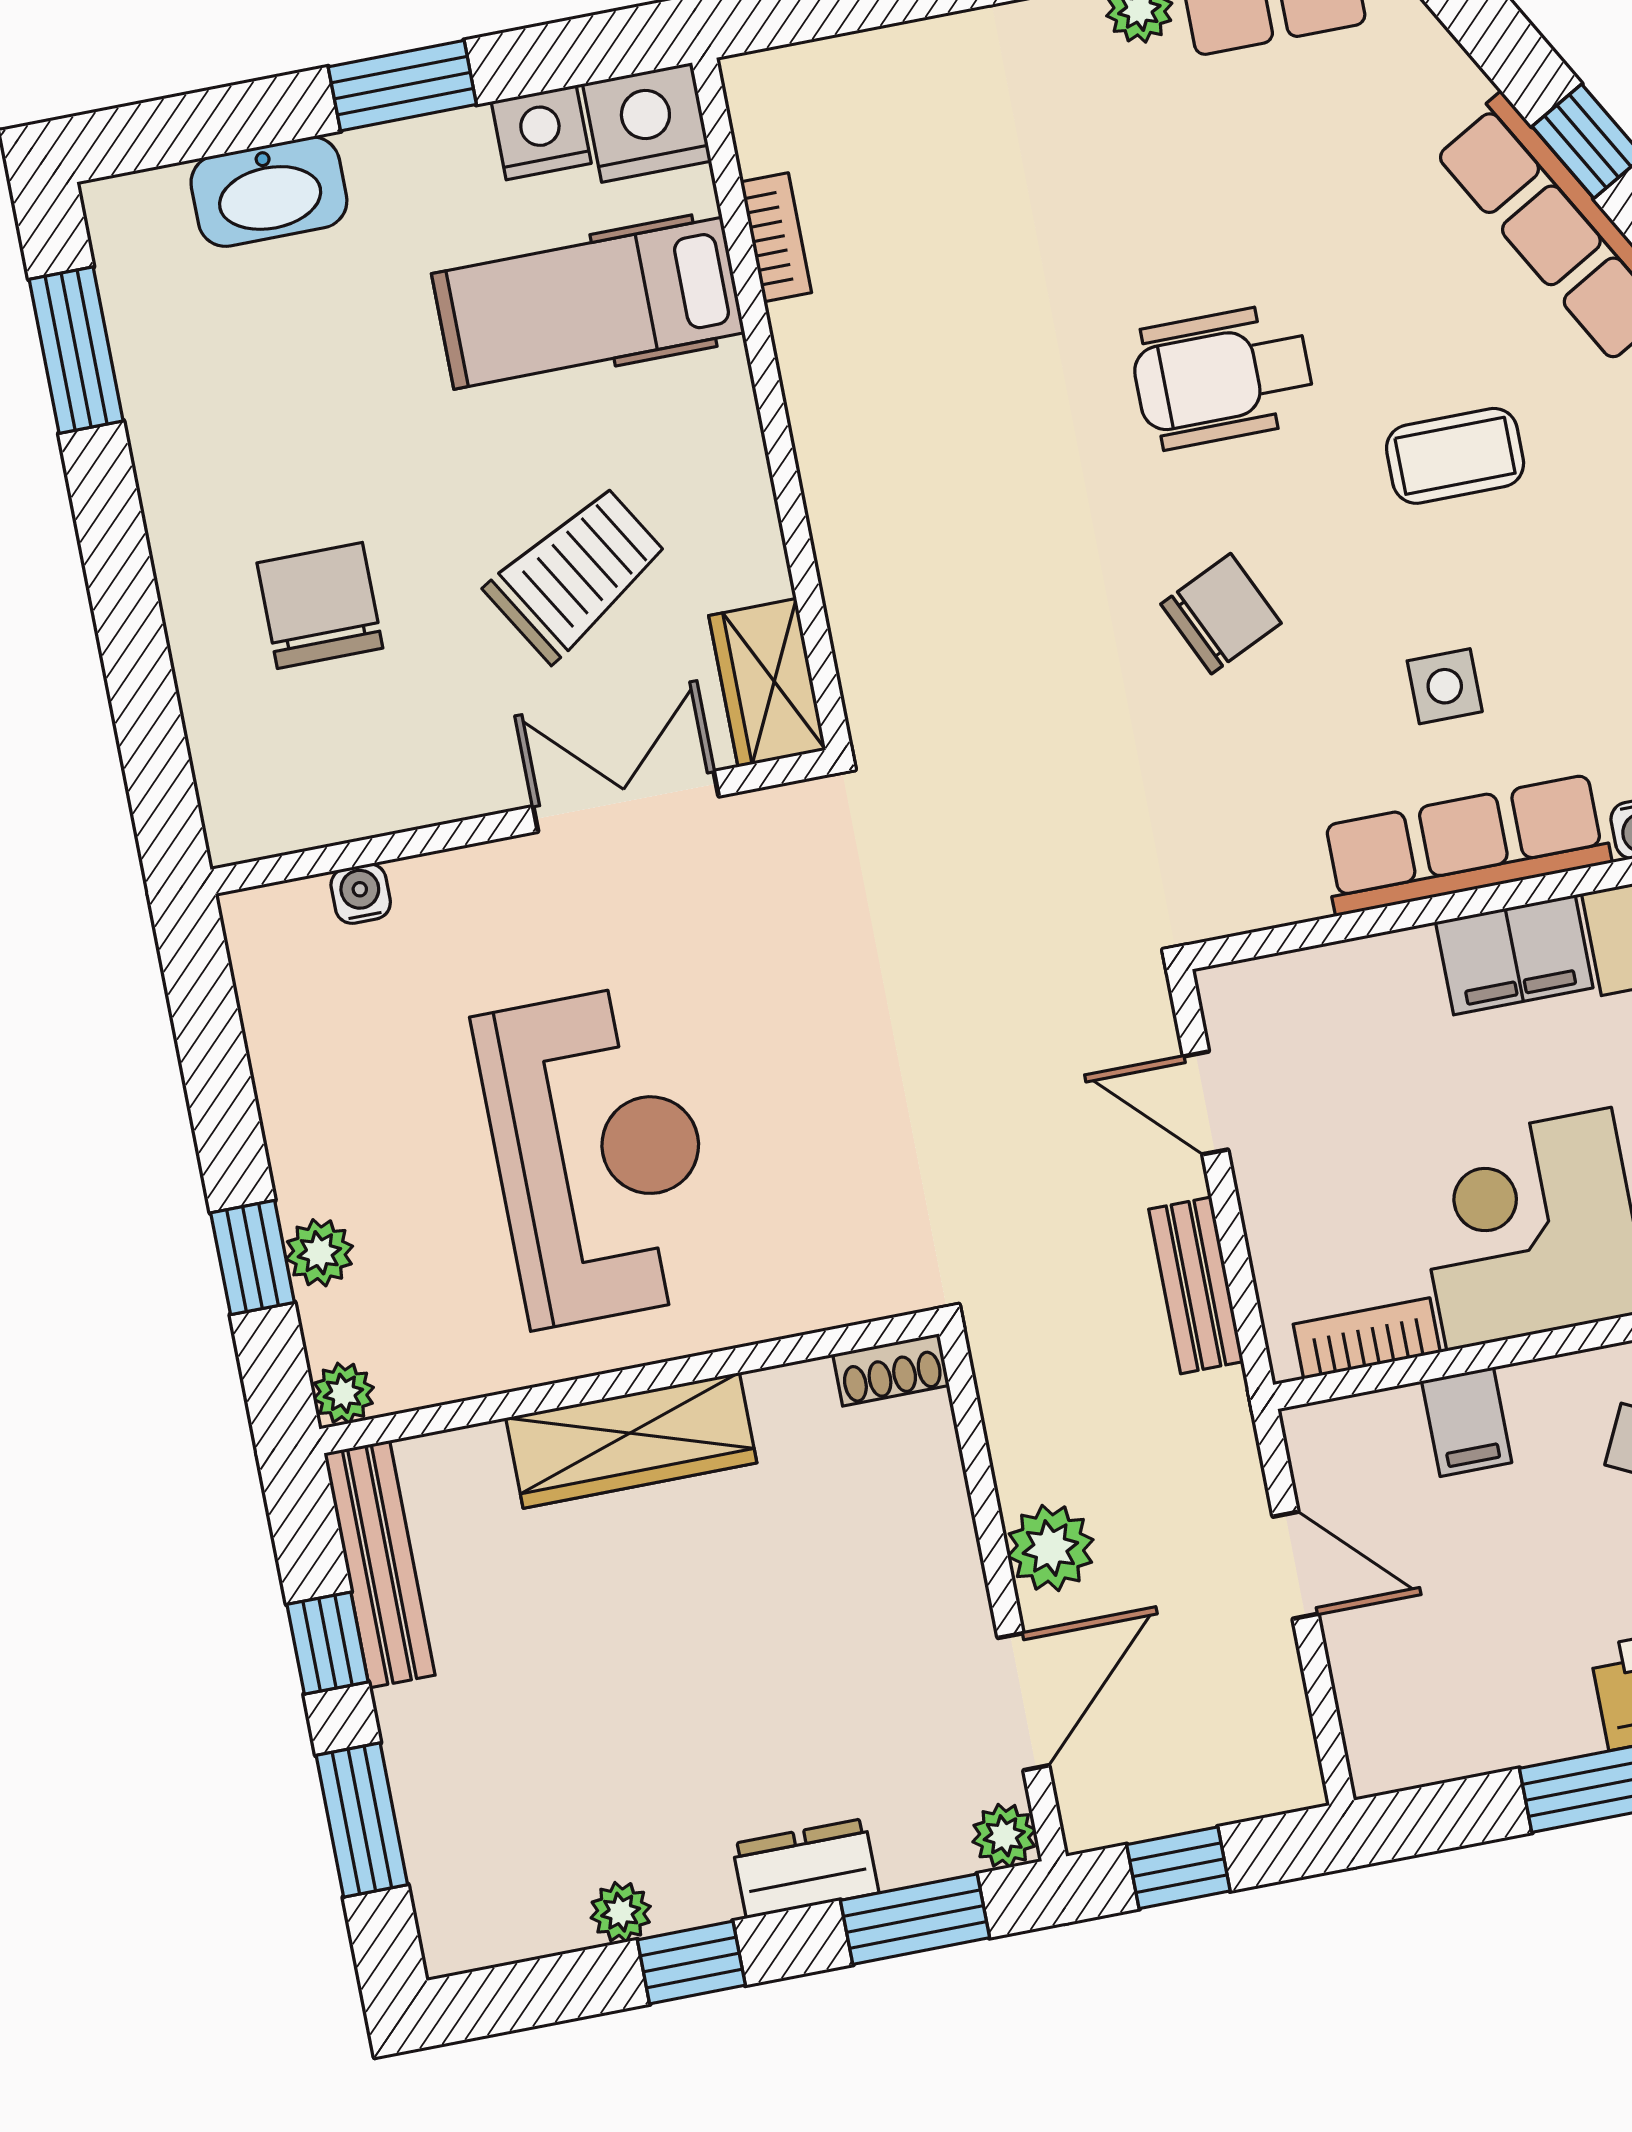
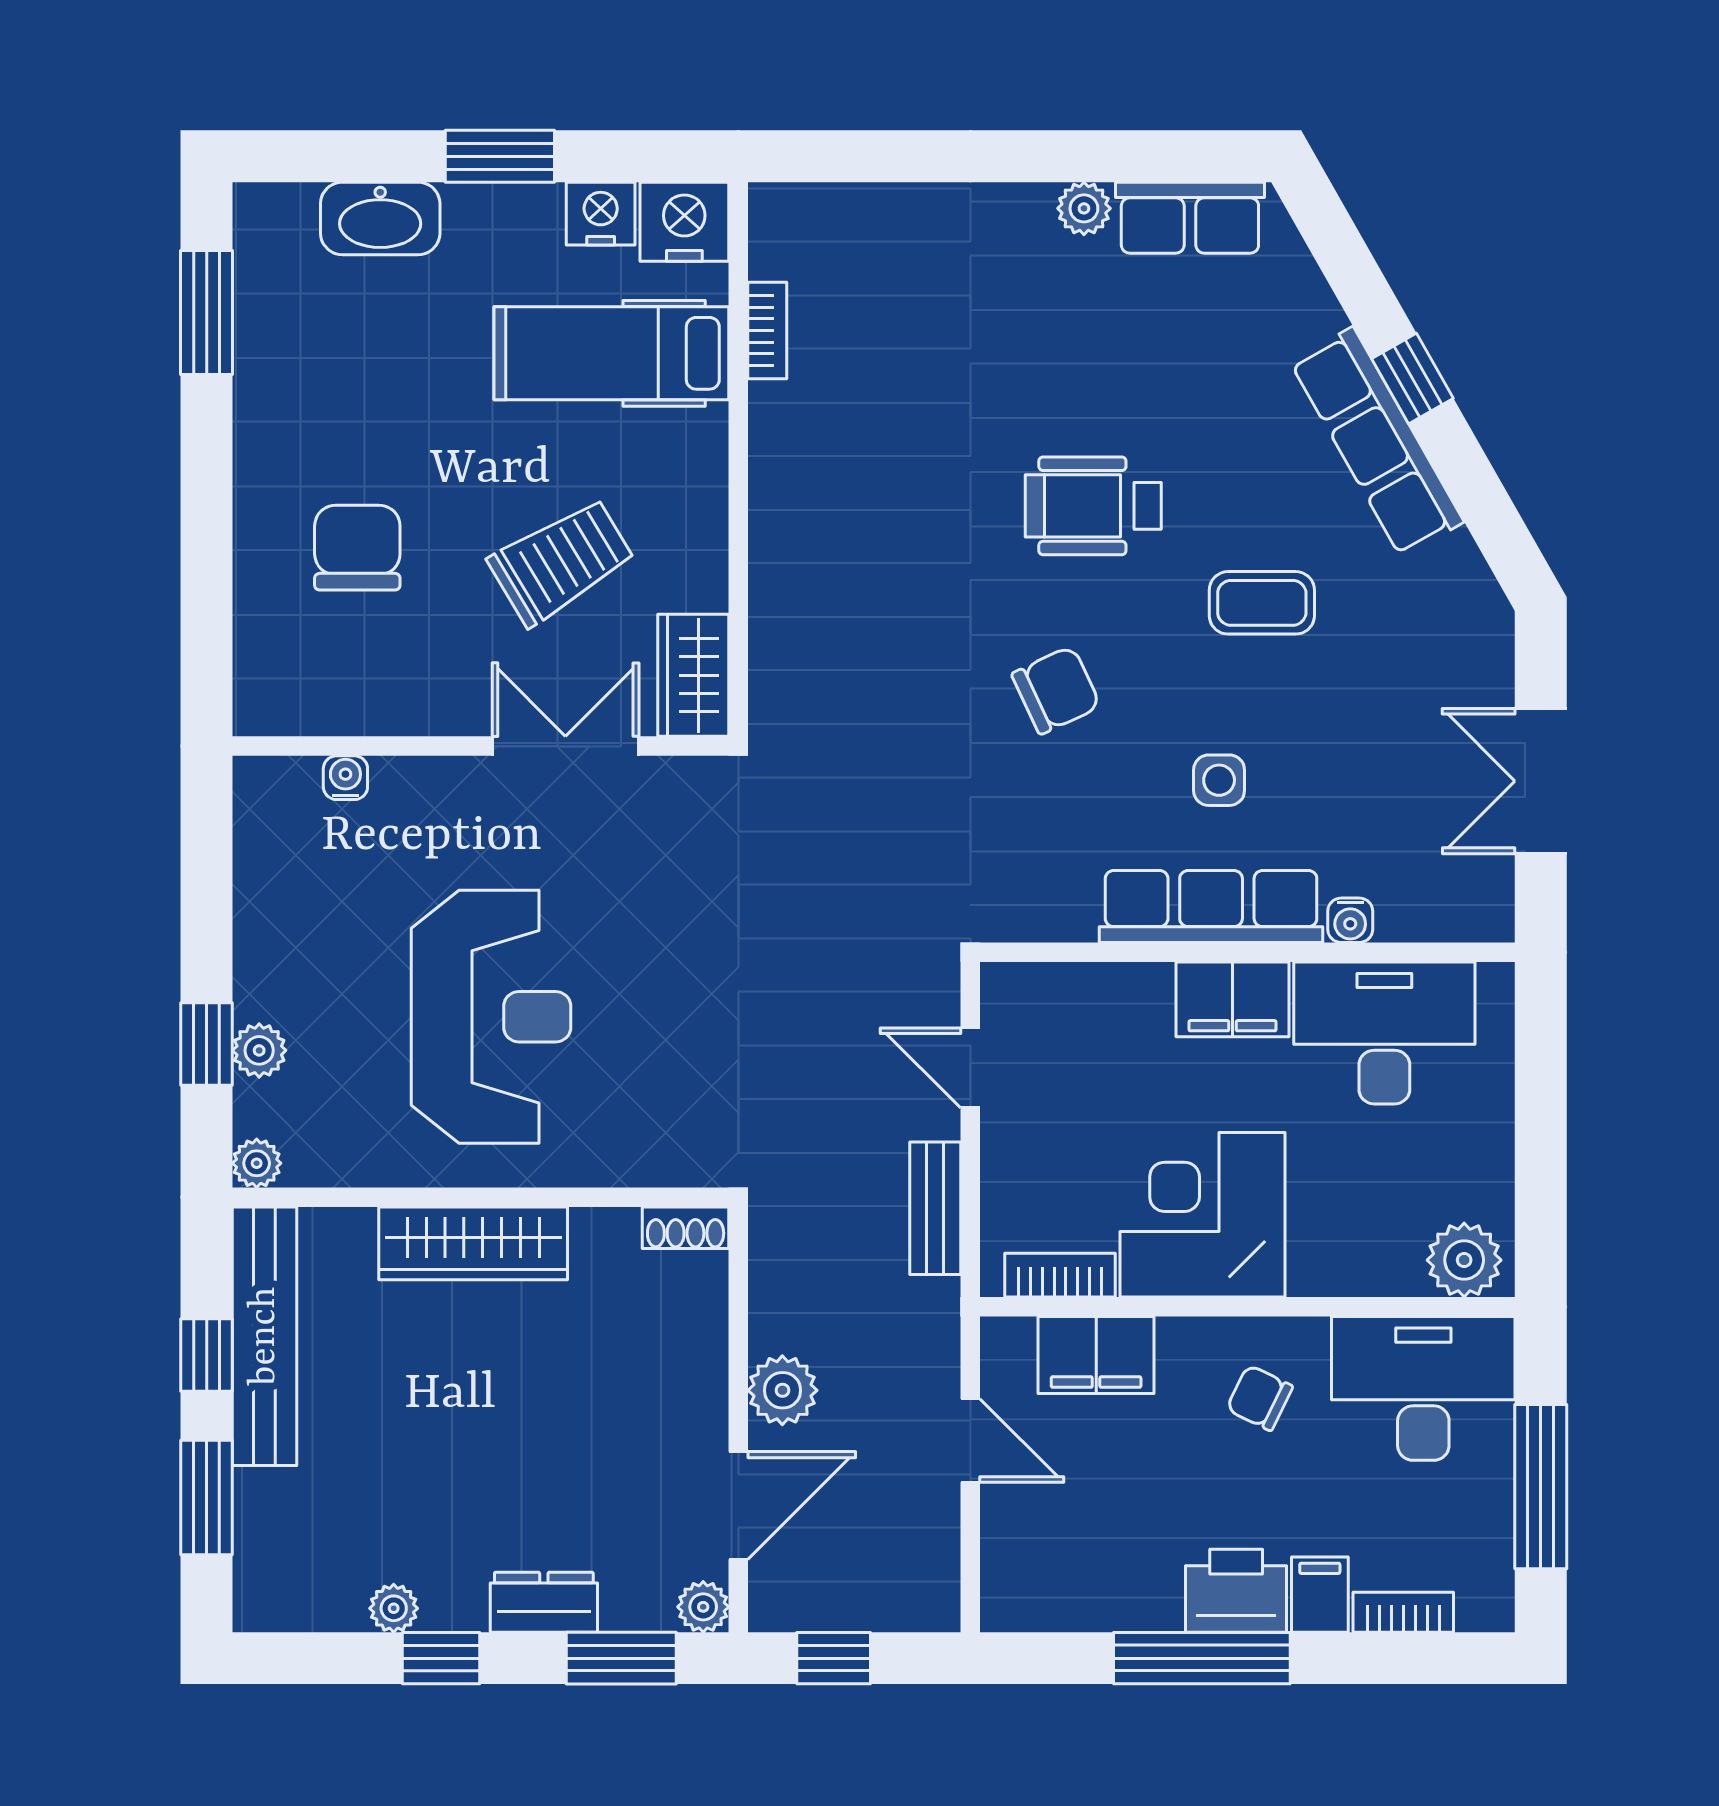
filing cabinet: (1467, 1422) -> (1096, 1355), width x2.00
bench: (379, 1564) -> (264, 1336), width x1.37, depth x1.21

